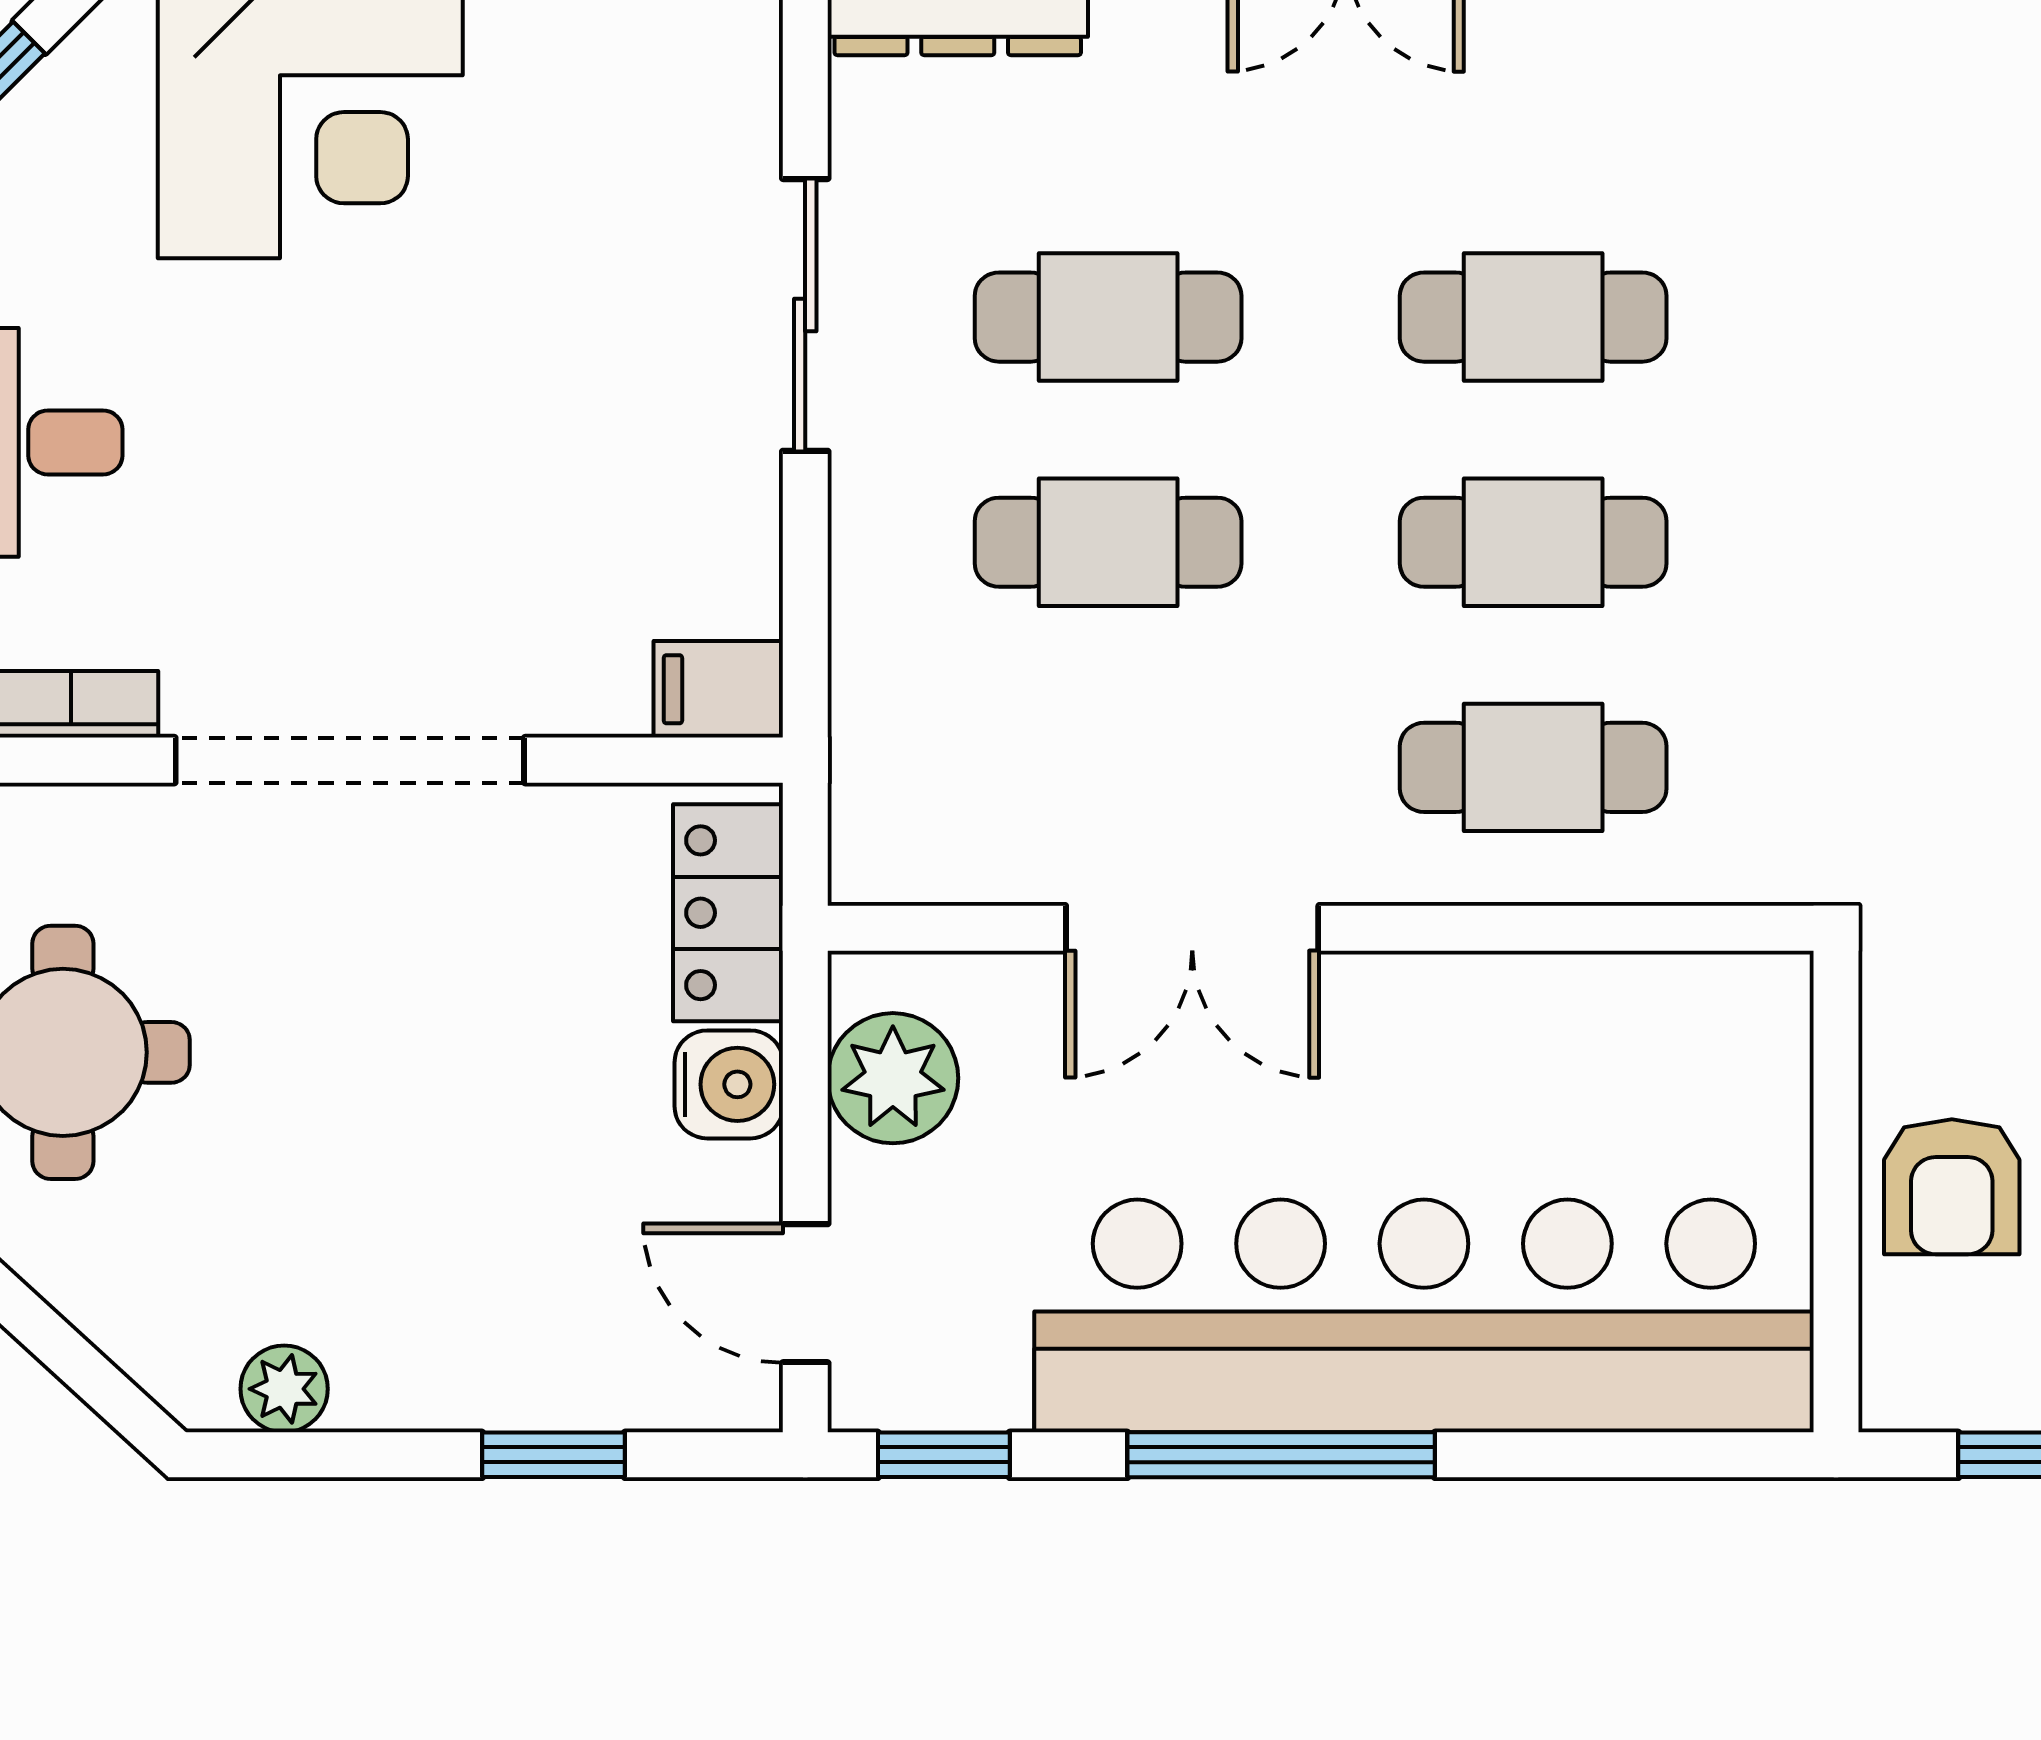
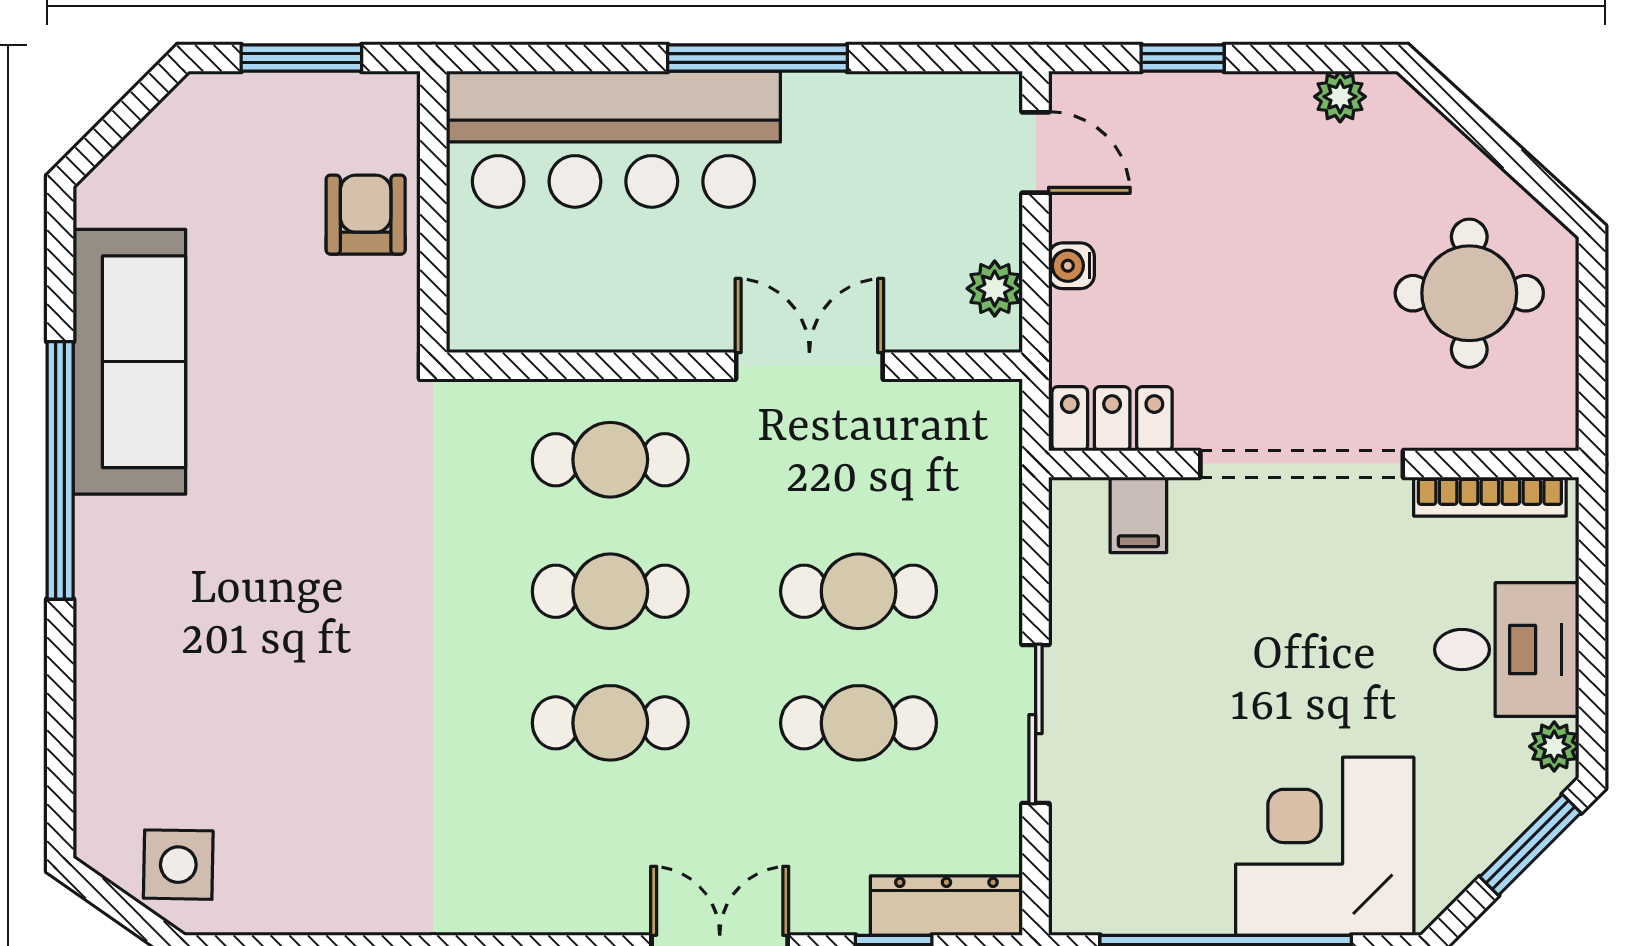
filing cabinet: (718, 689) -> (1138, 515), moved, turned 90
locker: (728, 913) -> (1112, 419), moved, turned -90
plant: (893, 1078) -> (995, 288), width x0.73, depth x0.73
water cooler: (729, 1084) -> (1071, 266), width x0.72, depth x0.72
bar counter: (1424, 1316) -> (613, 139), width x0.73
window: (944, 1455) -> (955, 58), removed

